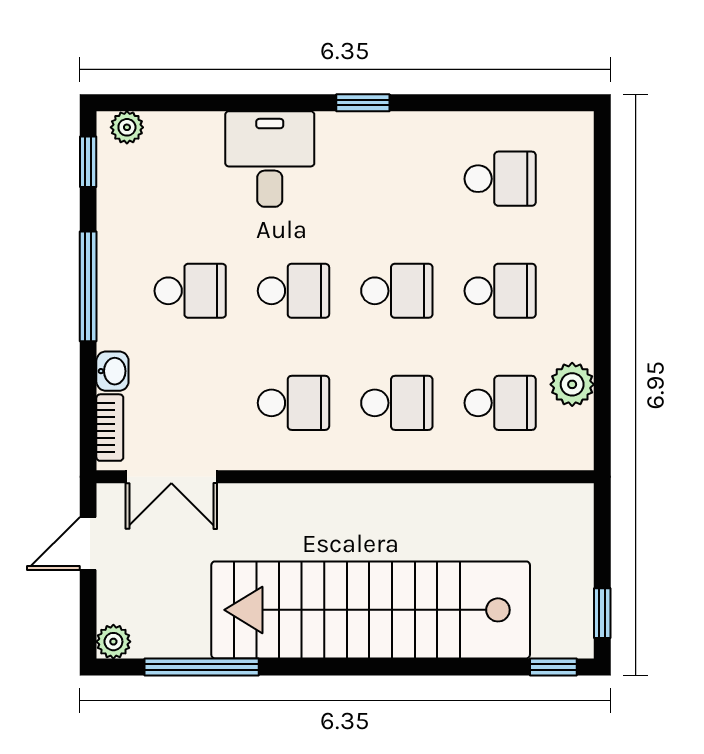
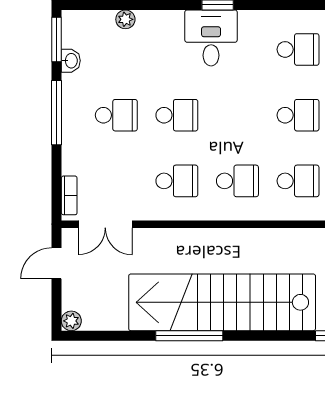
plant: (127, 127) -> (125, 19), moved
desk: (270, 159) -> (211, 38), moved
window: (88, 162) -> (56, 39), width x1.50
school desk: (397, 291) -> (237, 115), removed
washbasin: (112, 371) -> (71, 61), moved
window: (202, 667) -> (189, 336), moved

